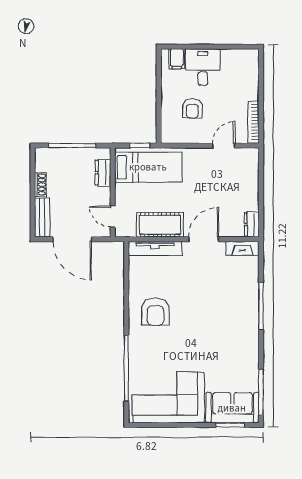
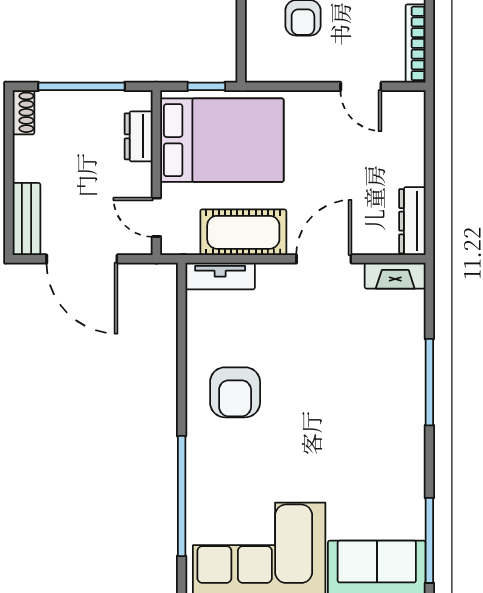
door: (224, 146) -> (361, 86), swing flipped
bed: (148, 167) -> (222, 140), width x1.50
shoe rack: (40, 185) -> (23, 112), moved
dresser: (252, 224) -> (412, 221), width x1.44
tv unit: (155, 249) -> (220, 276), width x0.71

